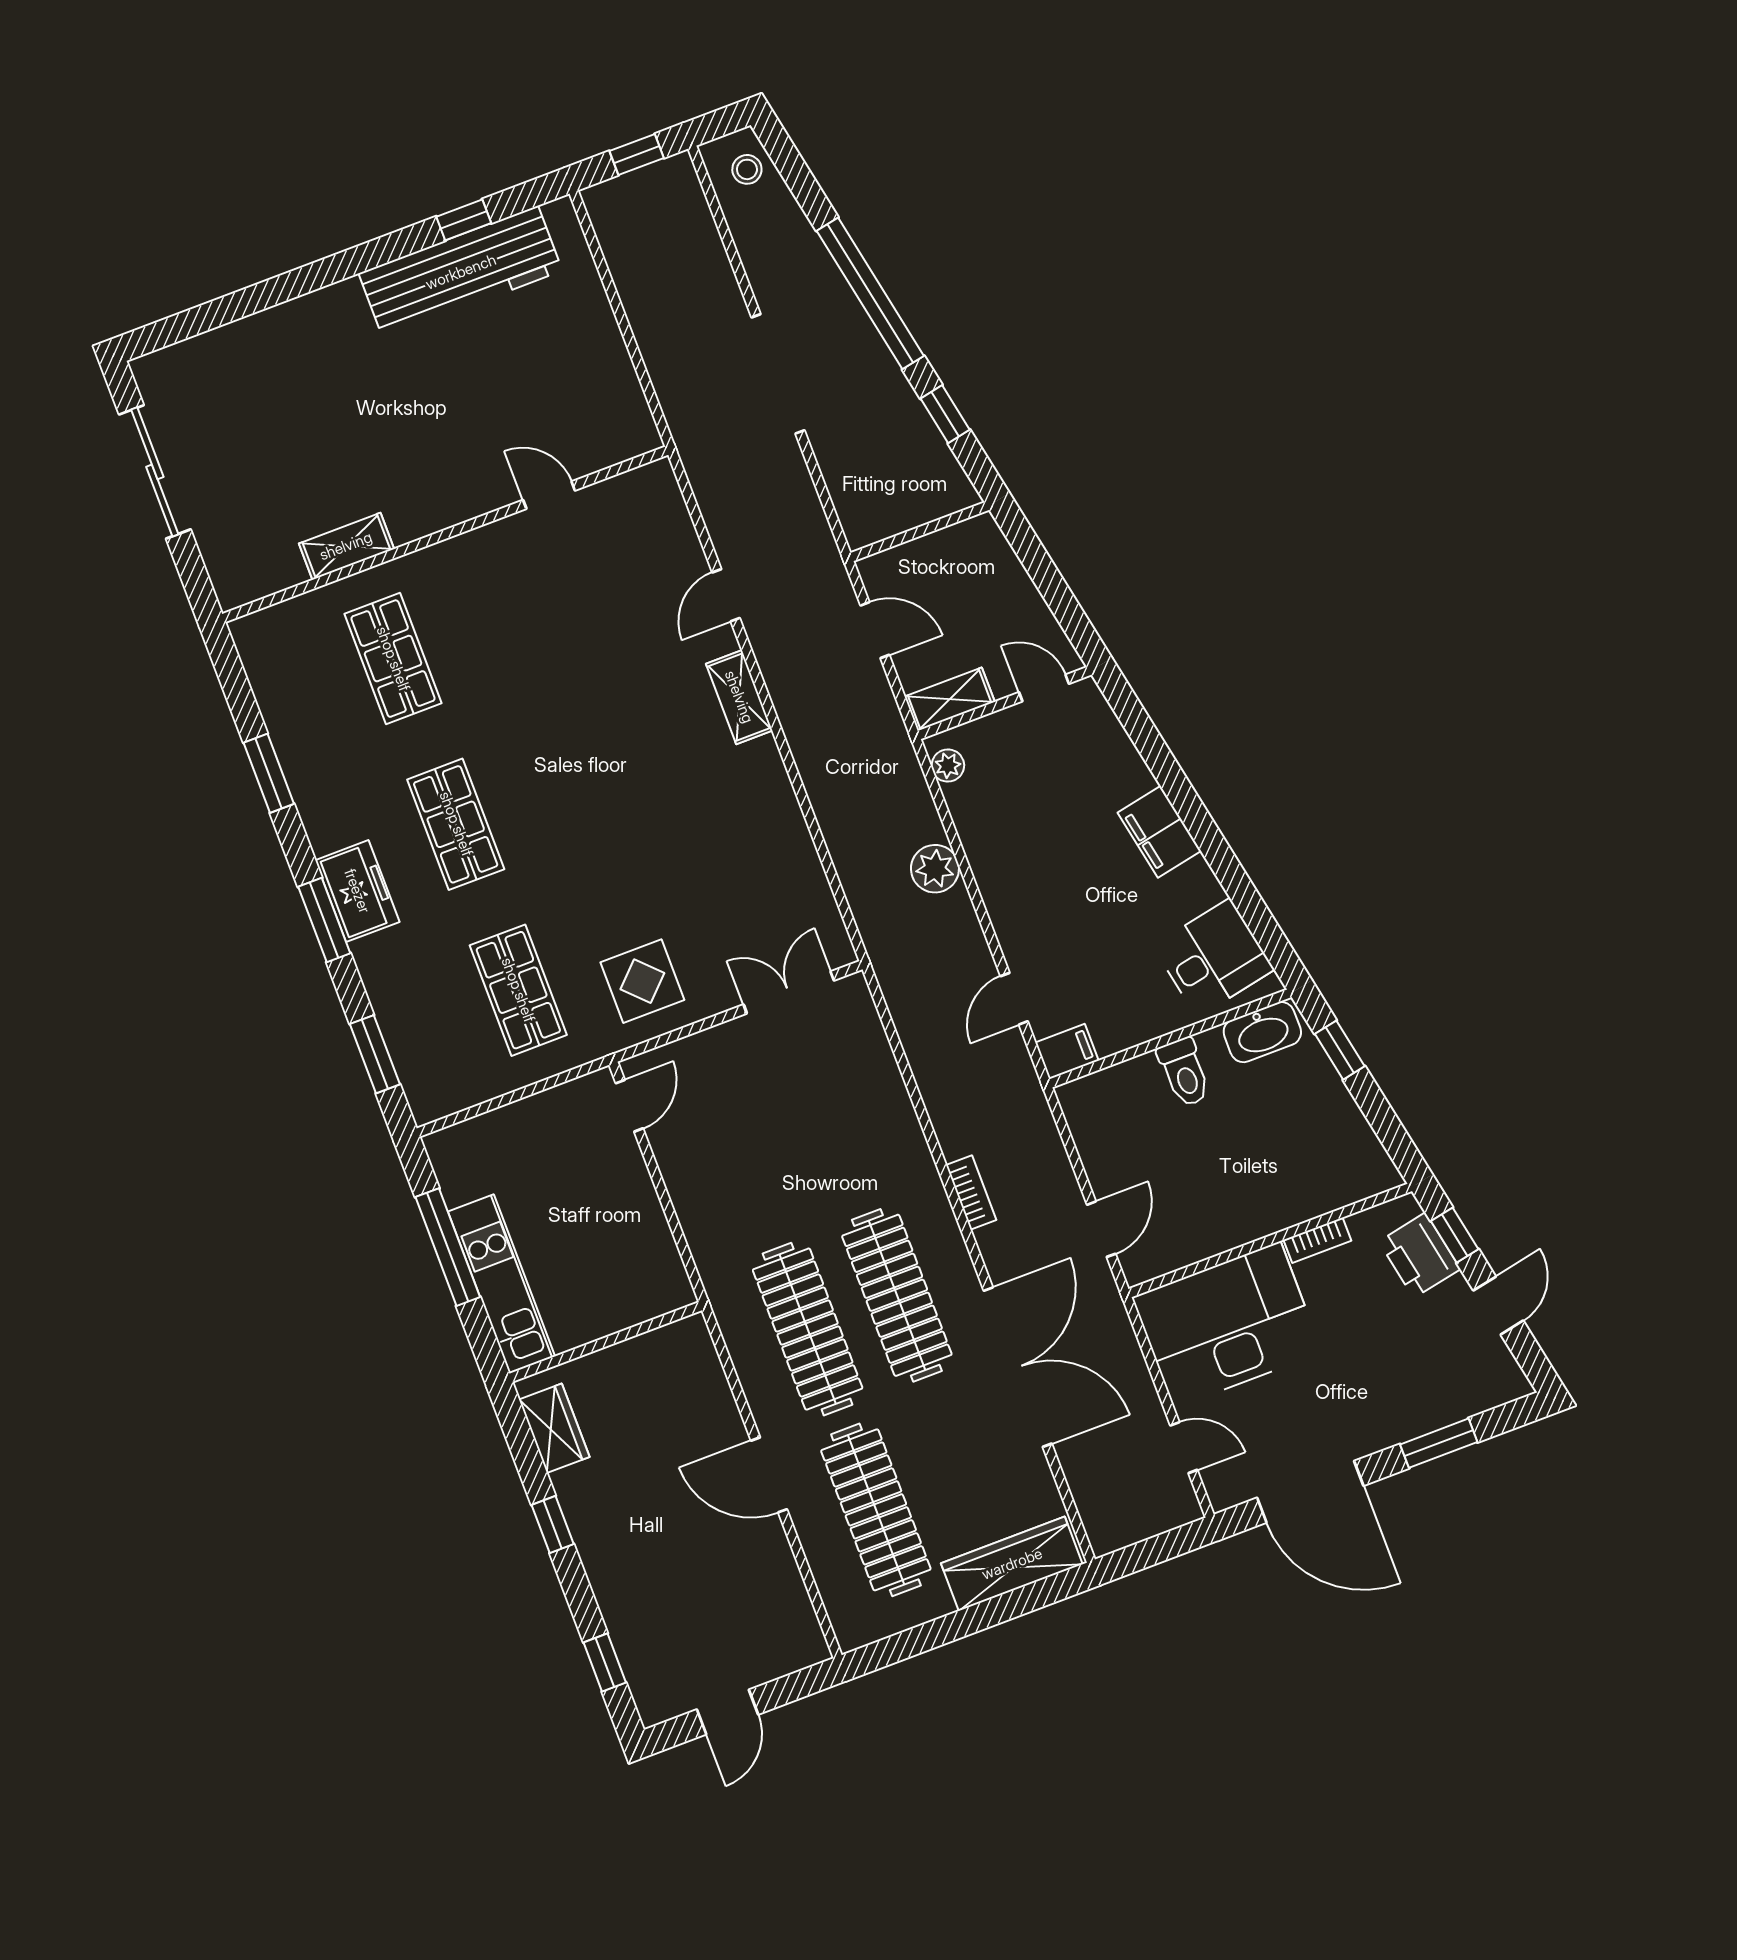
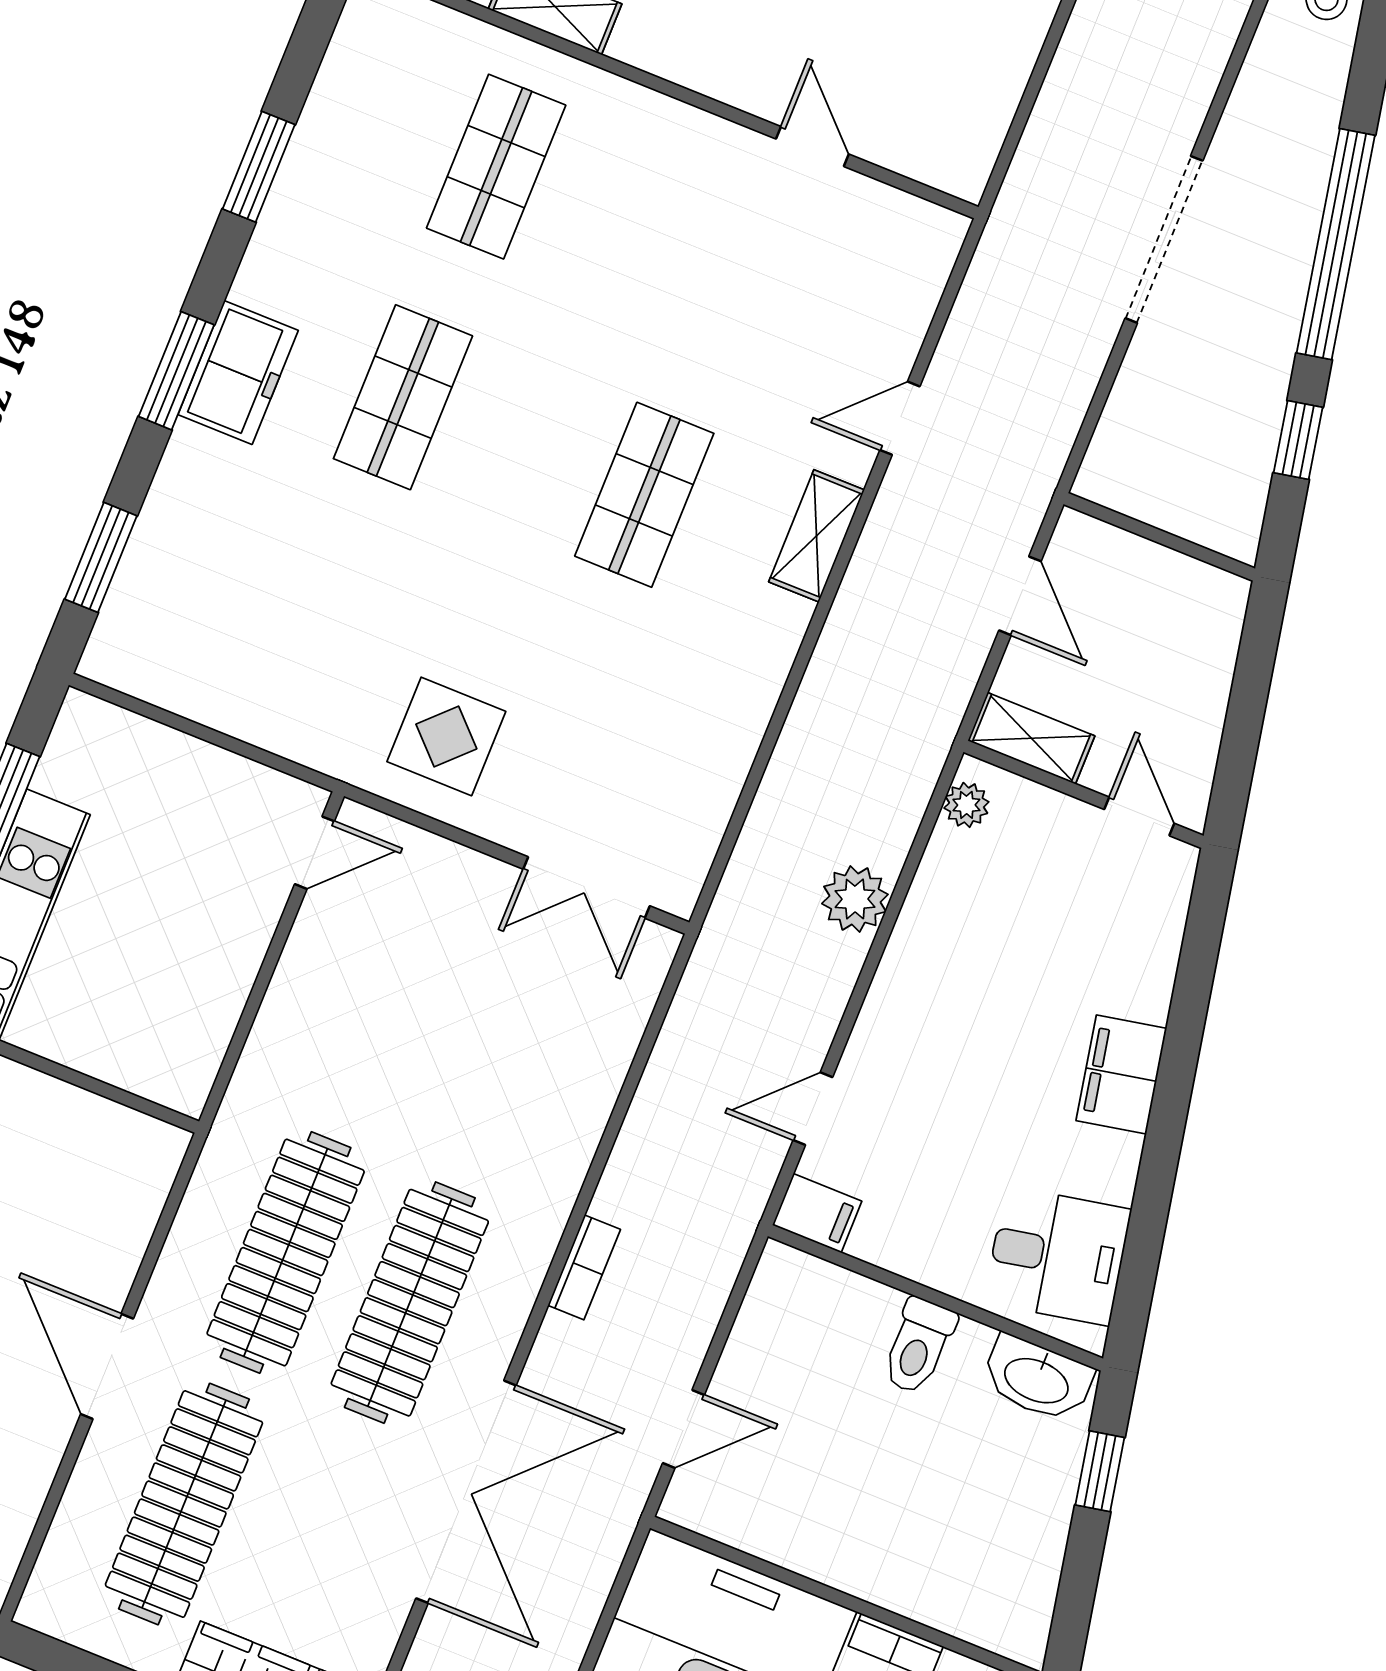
shop shelf: (518, 990) -> (644, 495), moved
double door: (789, 992) -> (586, 887), swing flipped

